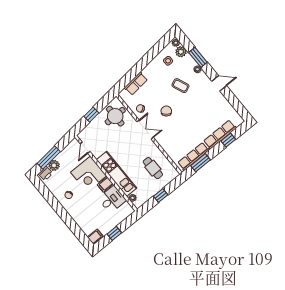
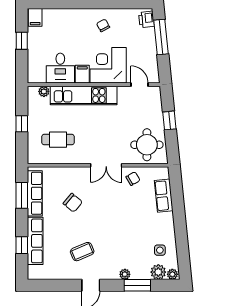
coffee table: (180, 86) -> (82, 252), moved
chair: (166, 111) -> (73, 203), moved
plant: (54, 165) -> (148, 36), removed

